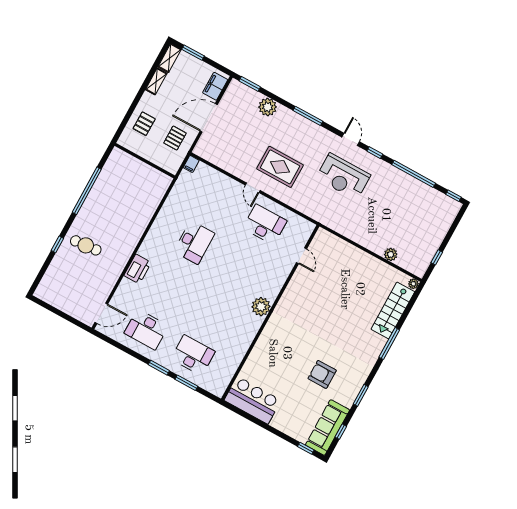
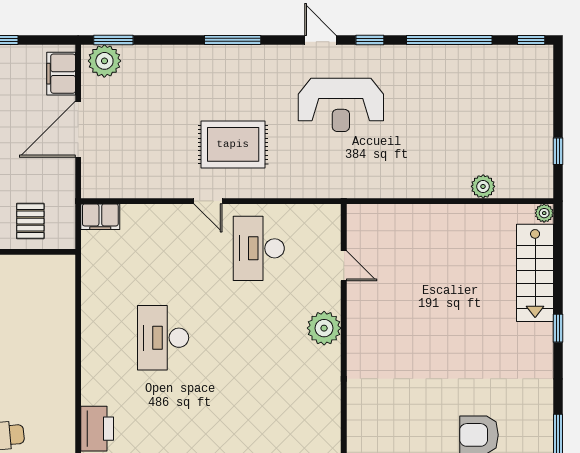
plant: (268, 107) -> (104, 61), moved
pallet: (175, 138) -> (30, 221), moved
filing cabinet: (191, 164) -> (100, 217), width x2.00
desk: (265, 224) -> (259, 248), turned -90
desk: (194, 242) -> (163, 338), turned 180
plant: (261, 307) -> (324, 328), moved
window: (389, 344) -> (558, 328), width x0.46

